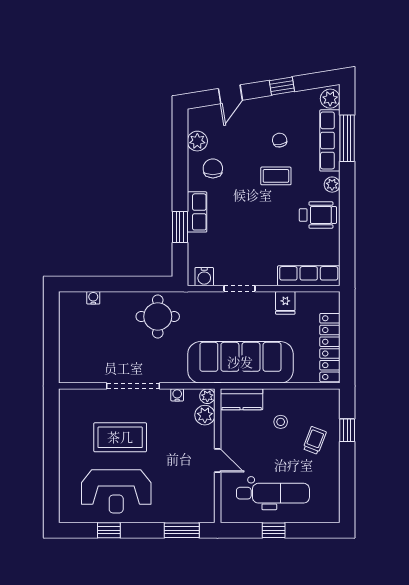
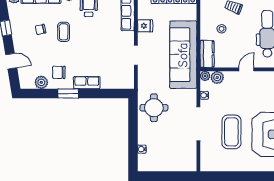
window: (180, 227) -> (68, 93), moved
water cooler: (204, 277) -> (128, 78), removed

